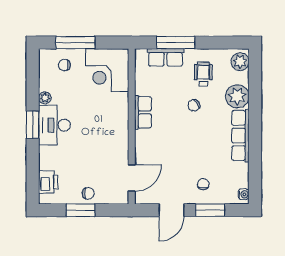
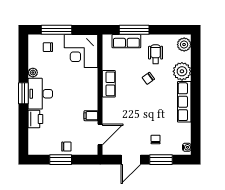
filing cabinet: (120, 154) -> (91, 116), added
printer: (48, 182) -> (35, 119), moved

